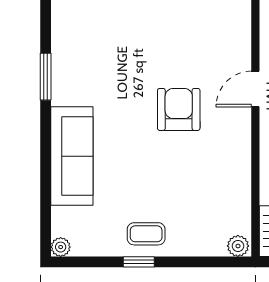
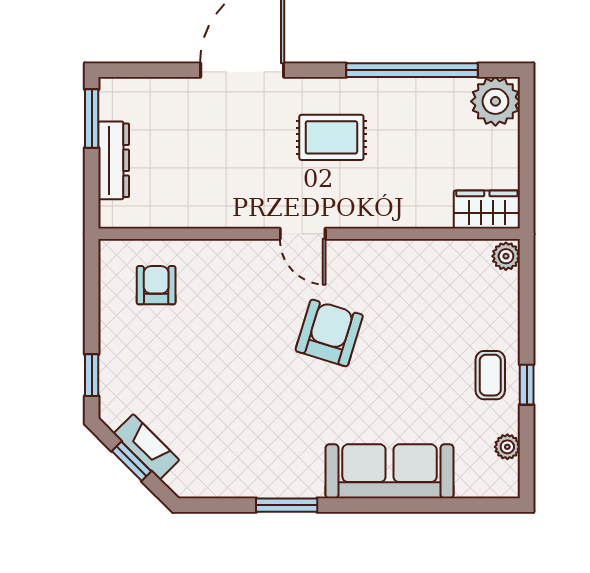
armchair: (179, 109) -> (329, 333), turned 107
plant: (61, 247) -> (507, 447), moved

